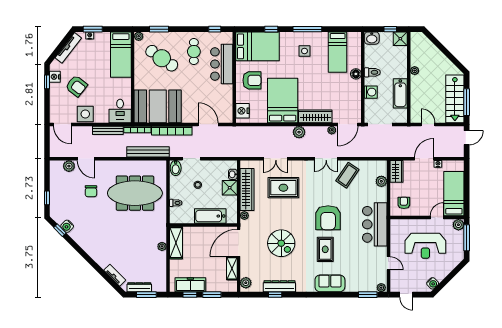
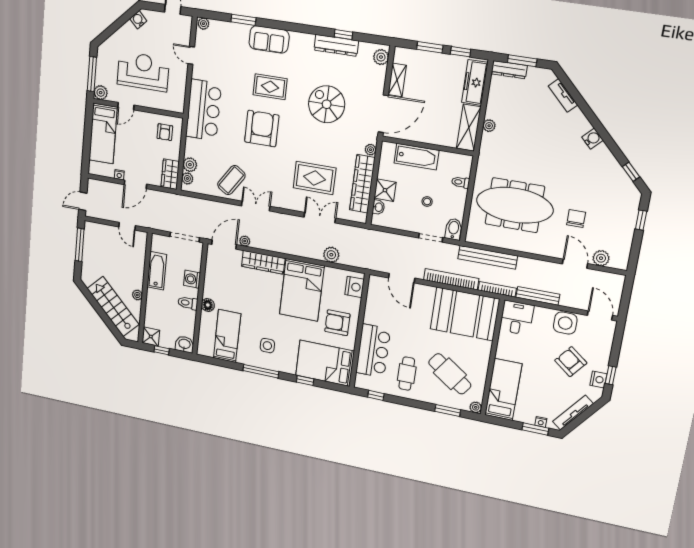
stairs: (455, 99) -> (113, 306), moved, turned -45
plant: (299, 132) -> (331, 255), moved
plant: (382, 170) -> (187, 178), added
water cooler: (67, 226) -> (592, 139), moved
rug: (325, 249) -> (270, 87), turned 90
freezer: (190, 285) -> (475, 82), moved, turned 90
dresser: (139, 287) -> (509, 70), moved
window: (368, 295) -> (243, 20), moved

